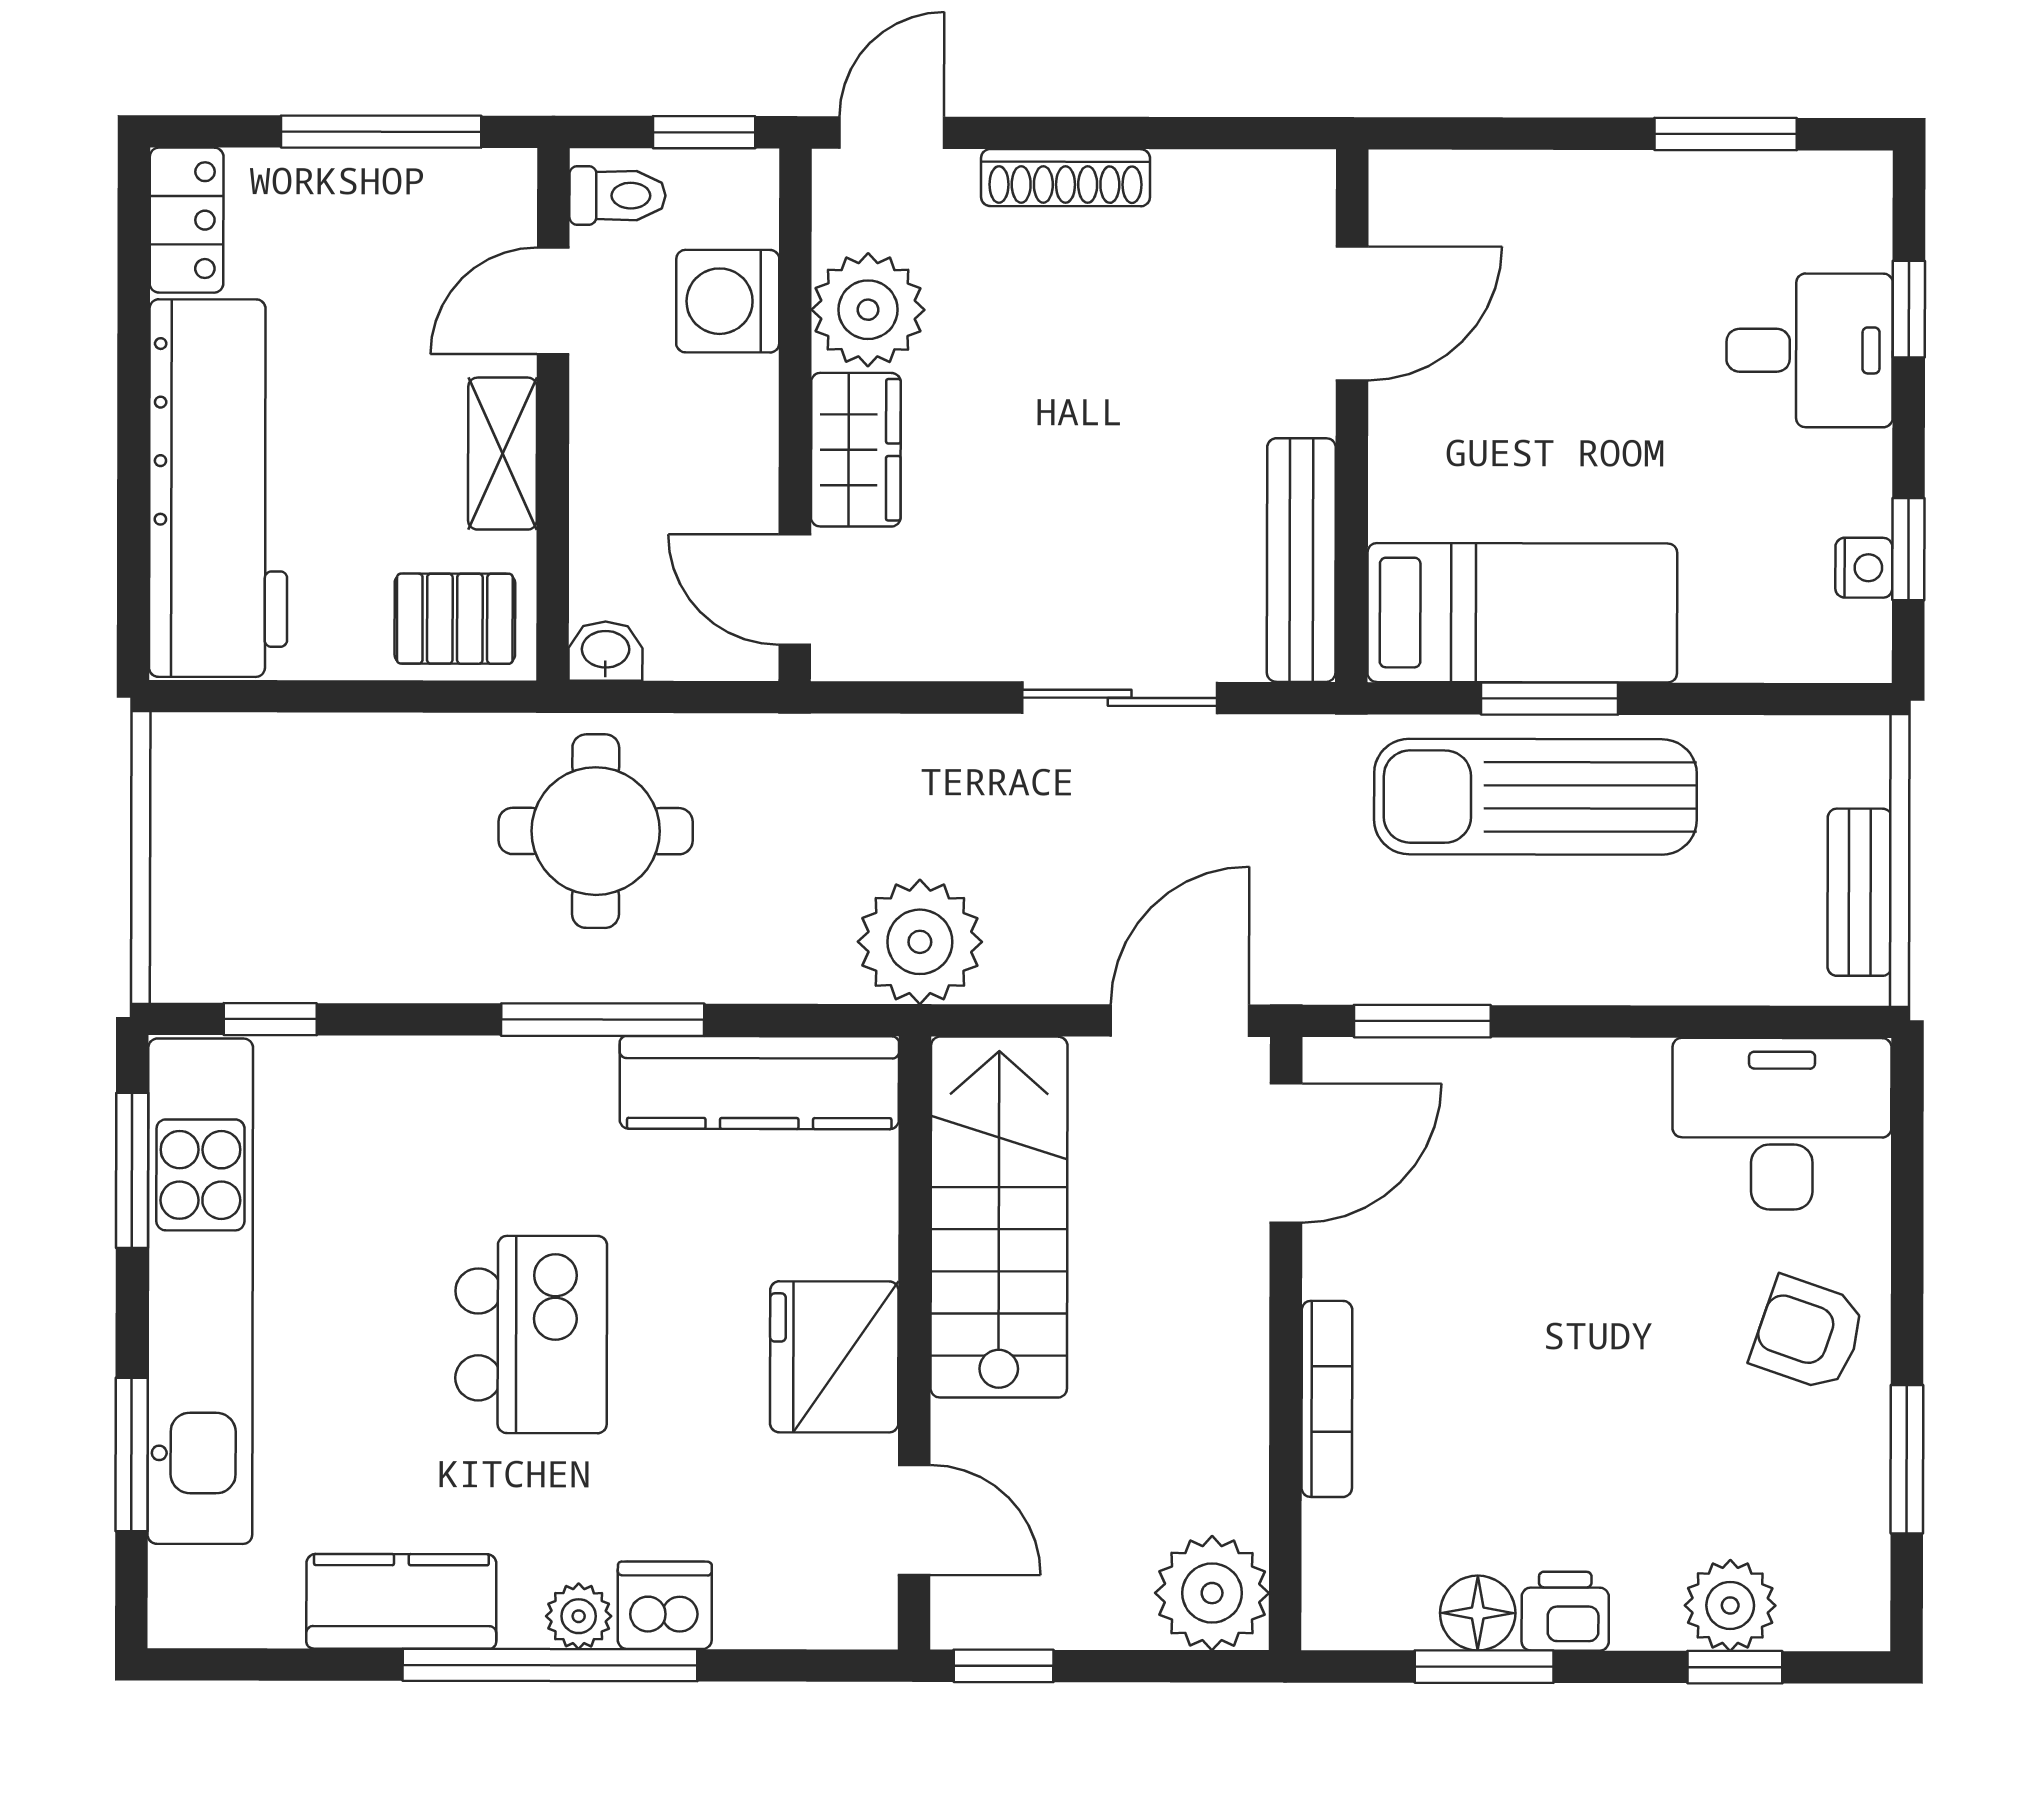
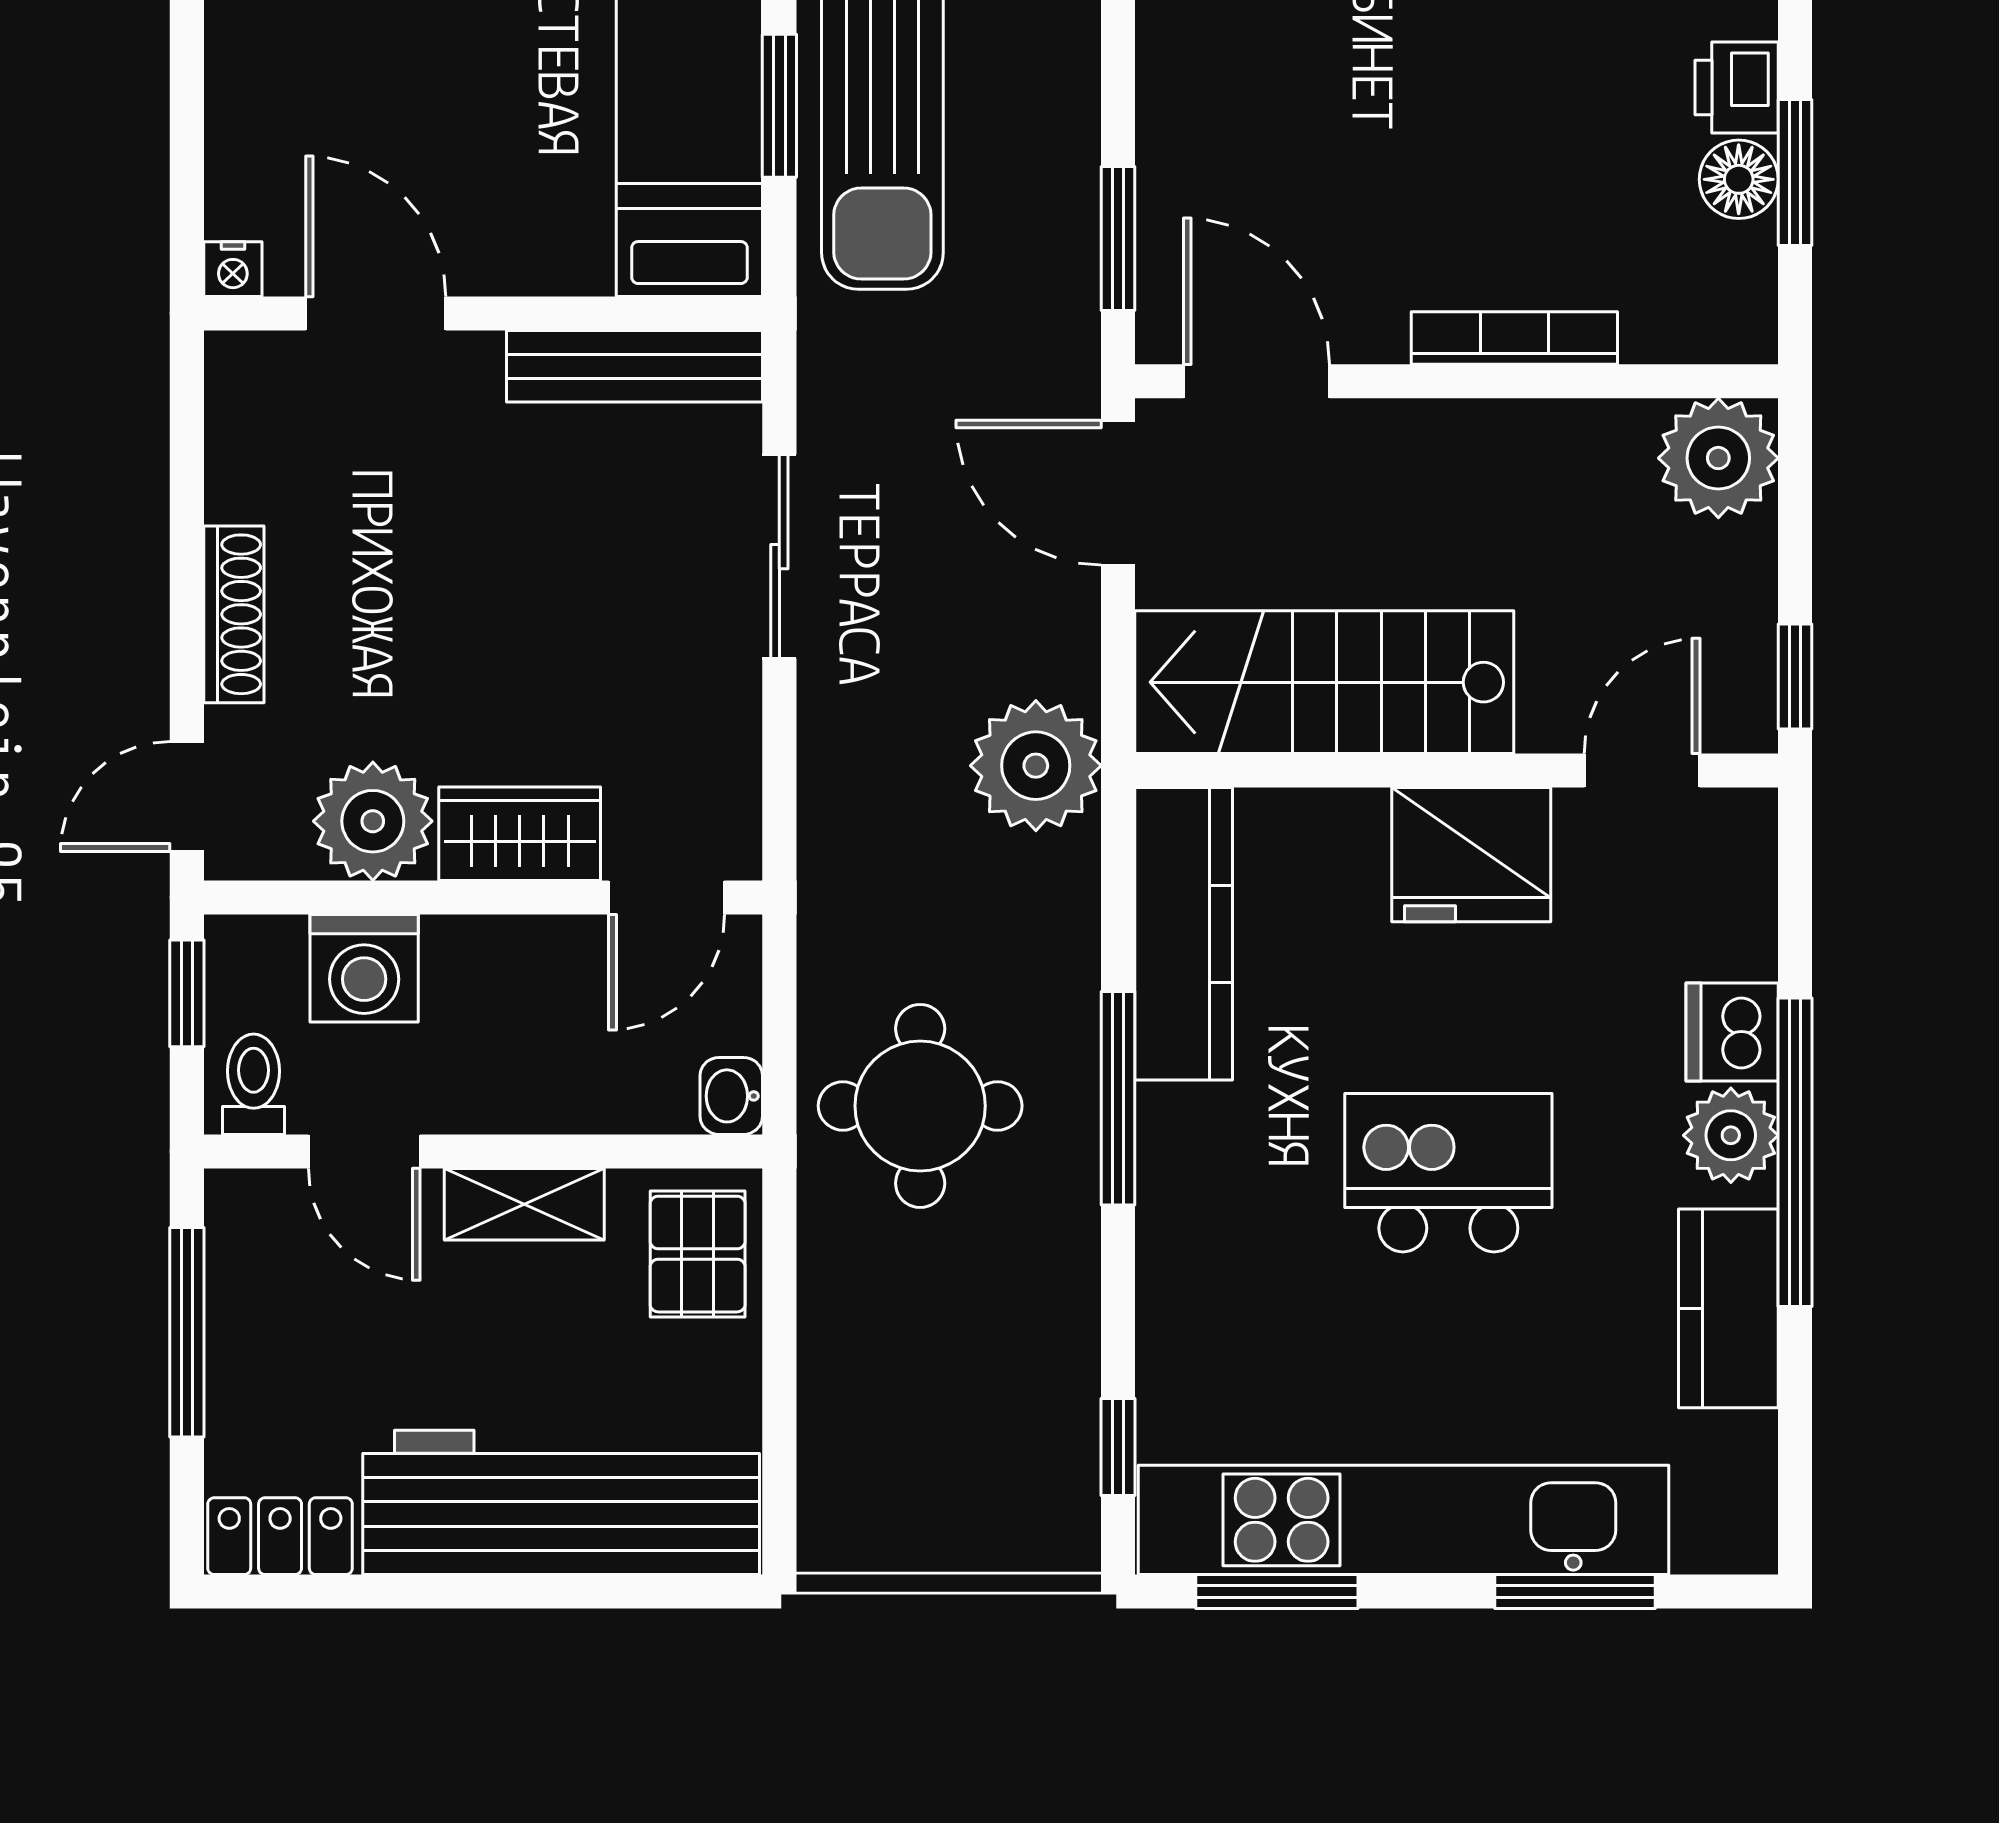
door: (892, 133) -> (187, 797), hinge flipped
nightstand: (1395, 177) -> (233, 269), added
plant: (579, 1616) -> (1731, 1135), width x1.38, depth x1.38

